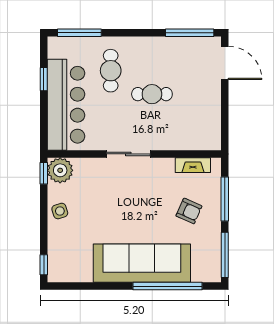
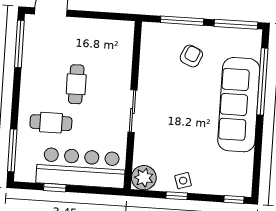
fireplace: (193, 165) -> (147, 49), removed
window: (44, 173) -> (177, 196), moved

